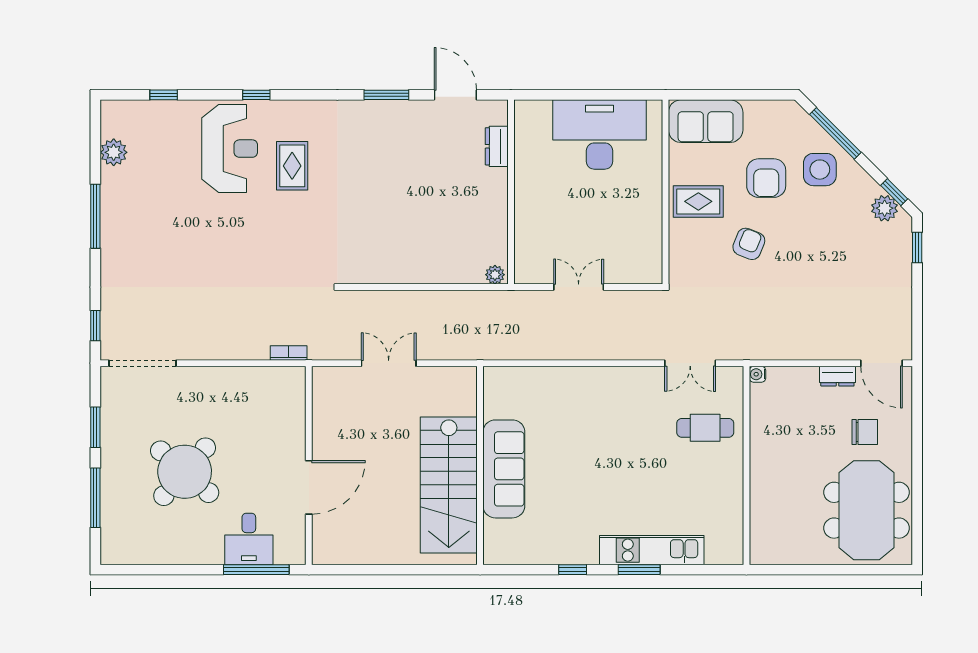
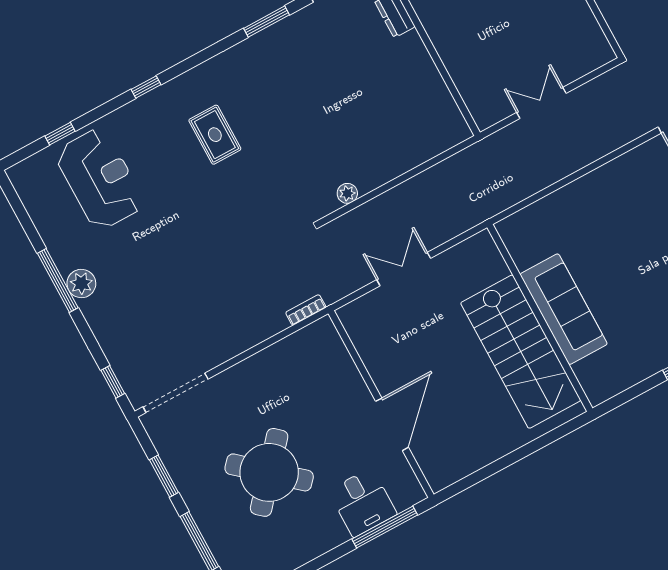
reception desk: (230, 149) -> (100, 179), moved
plant: (114, 152) -> (81, 284), moved
plant: (495, 275) -> (347, 193), moved

